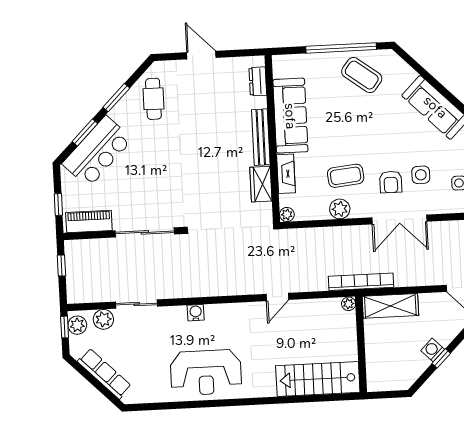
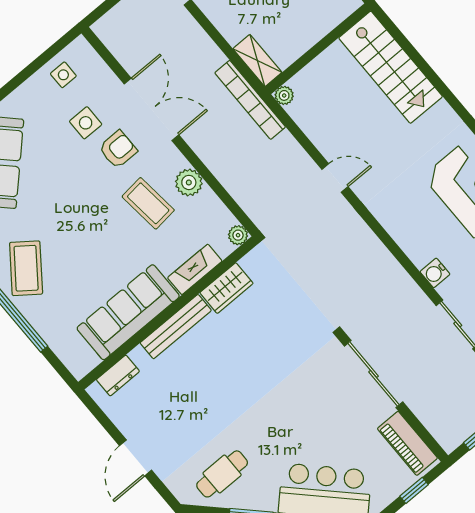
shelving: (390, 306) -> (257, 61), width x0.67, depth x0.75
water cooler: (196, 313) -> (435, 273), moved

